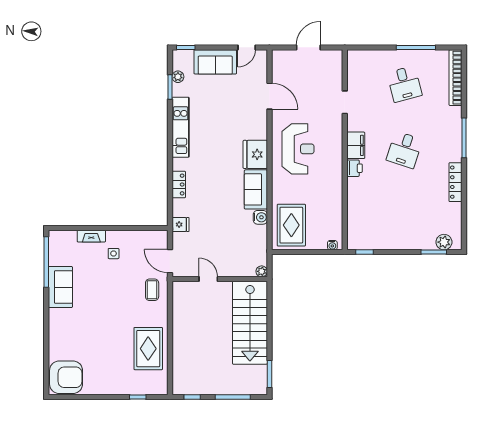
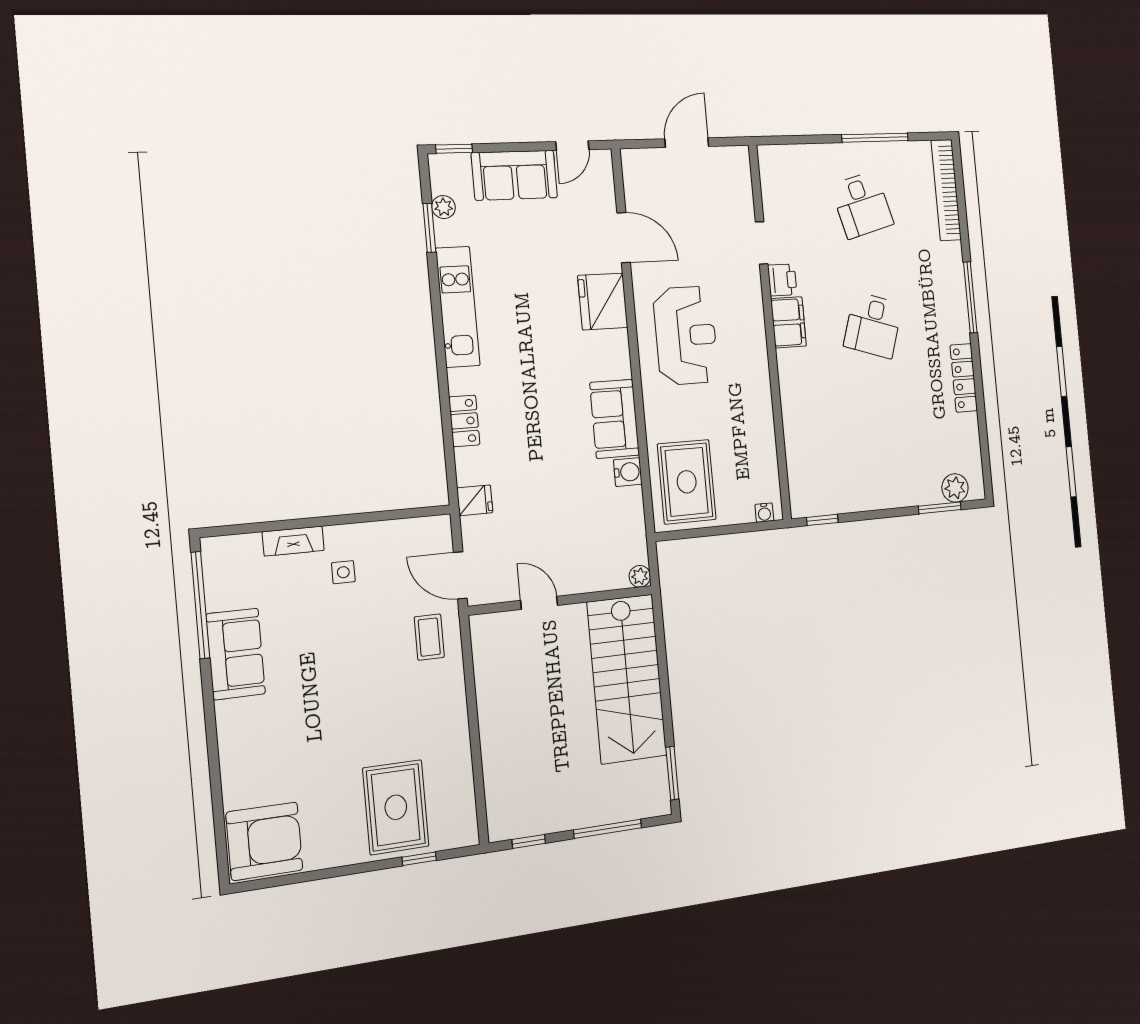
fridge: (255, 154) -> (603, 301), moved
printer: (354, 168) -> (782, 280), moved
rug: (148, 349) -> (396, 807), moved

